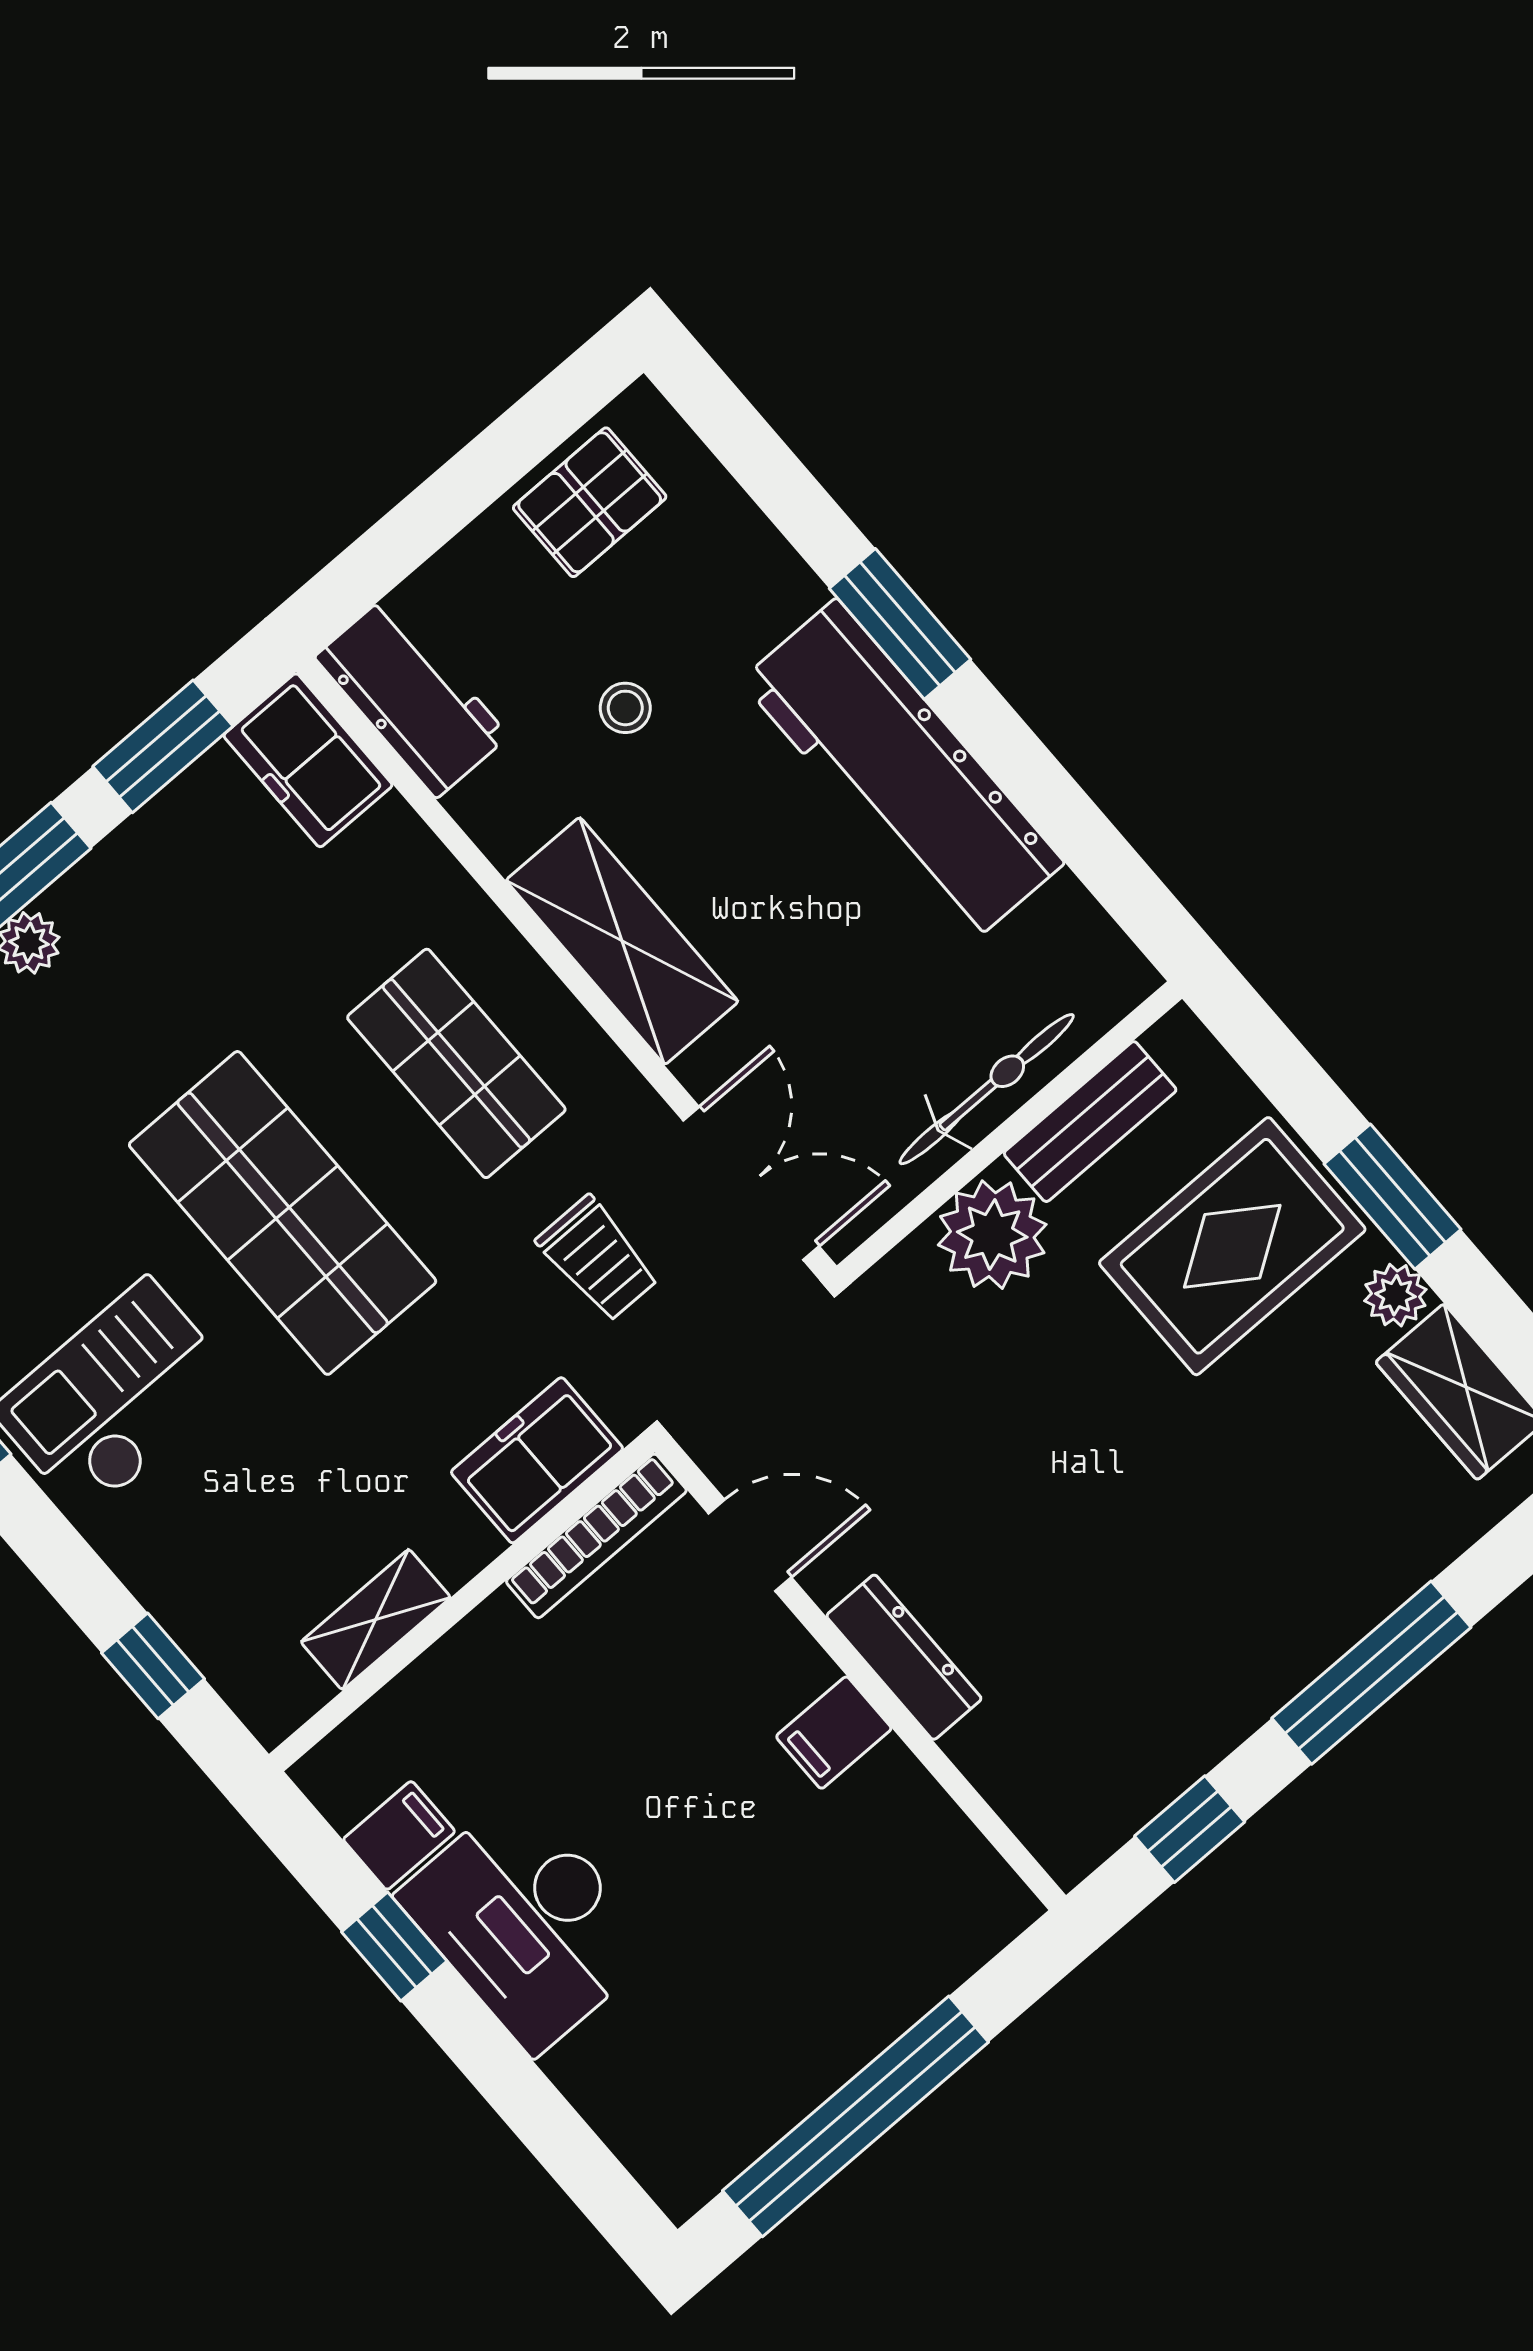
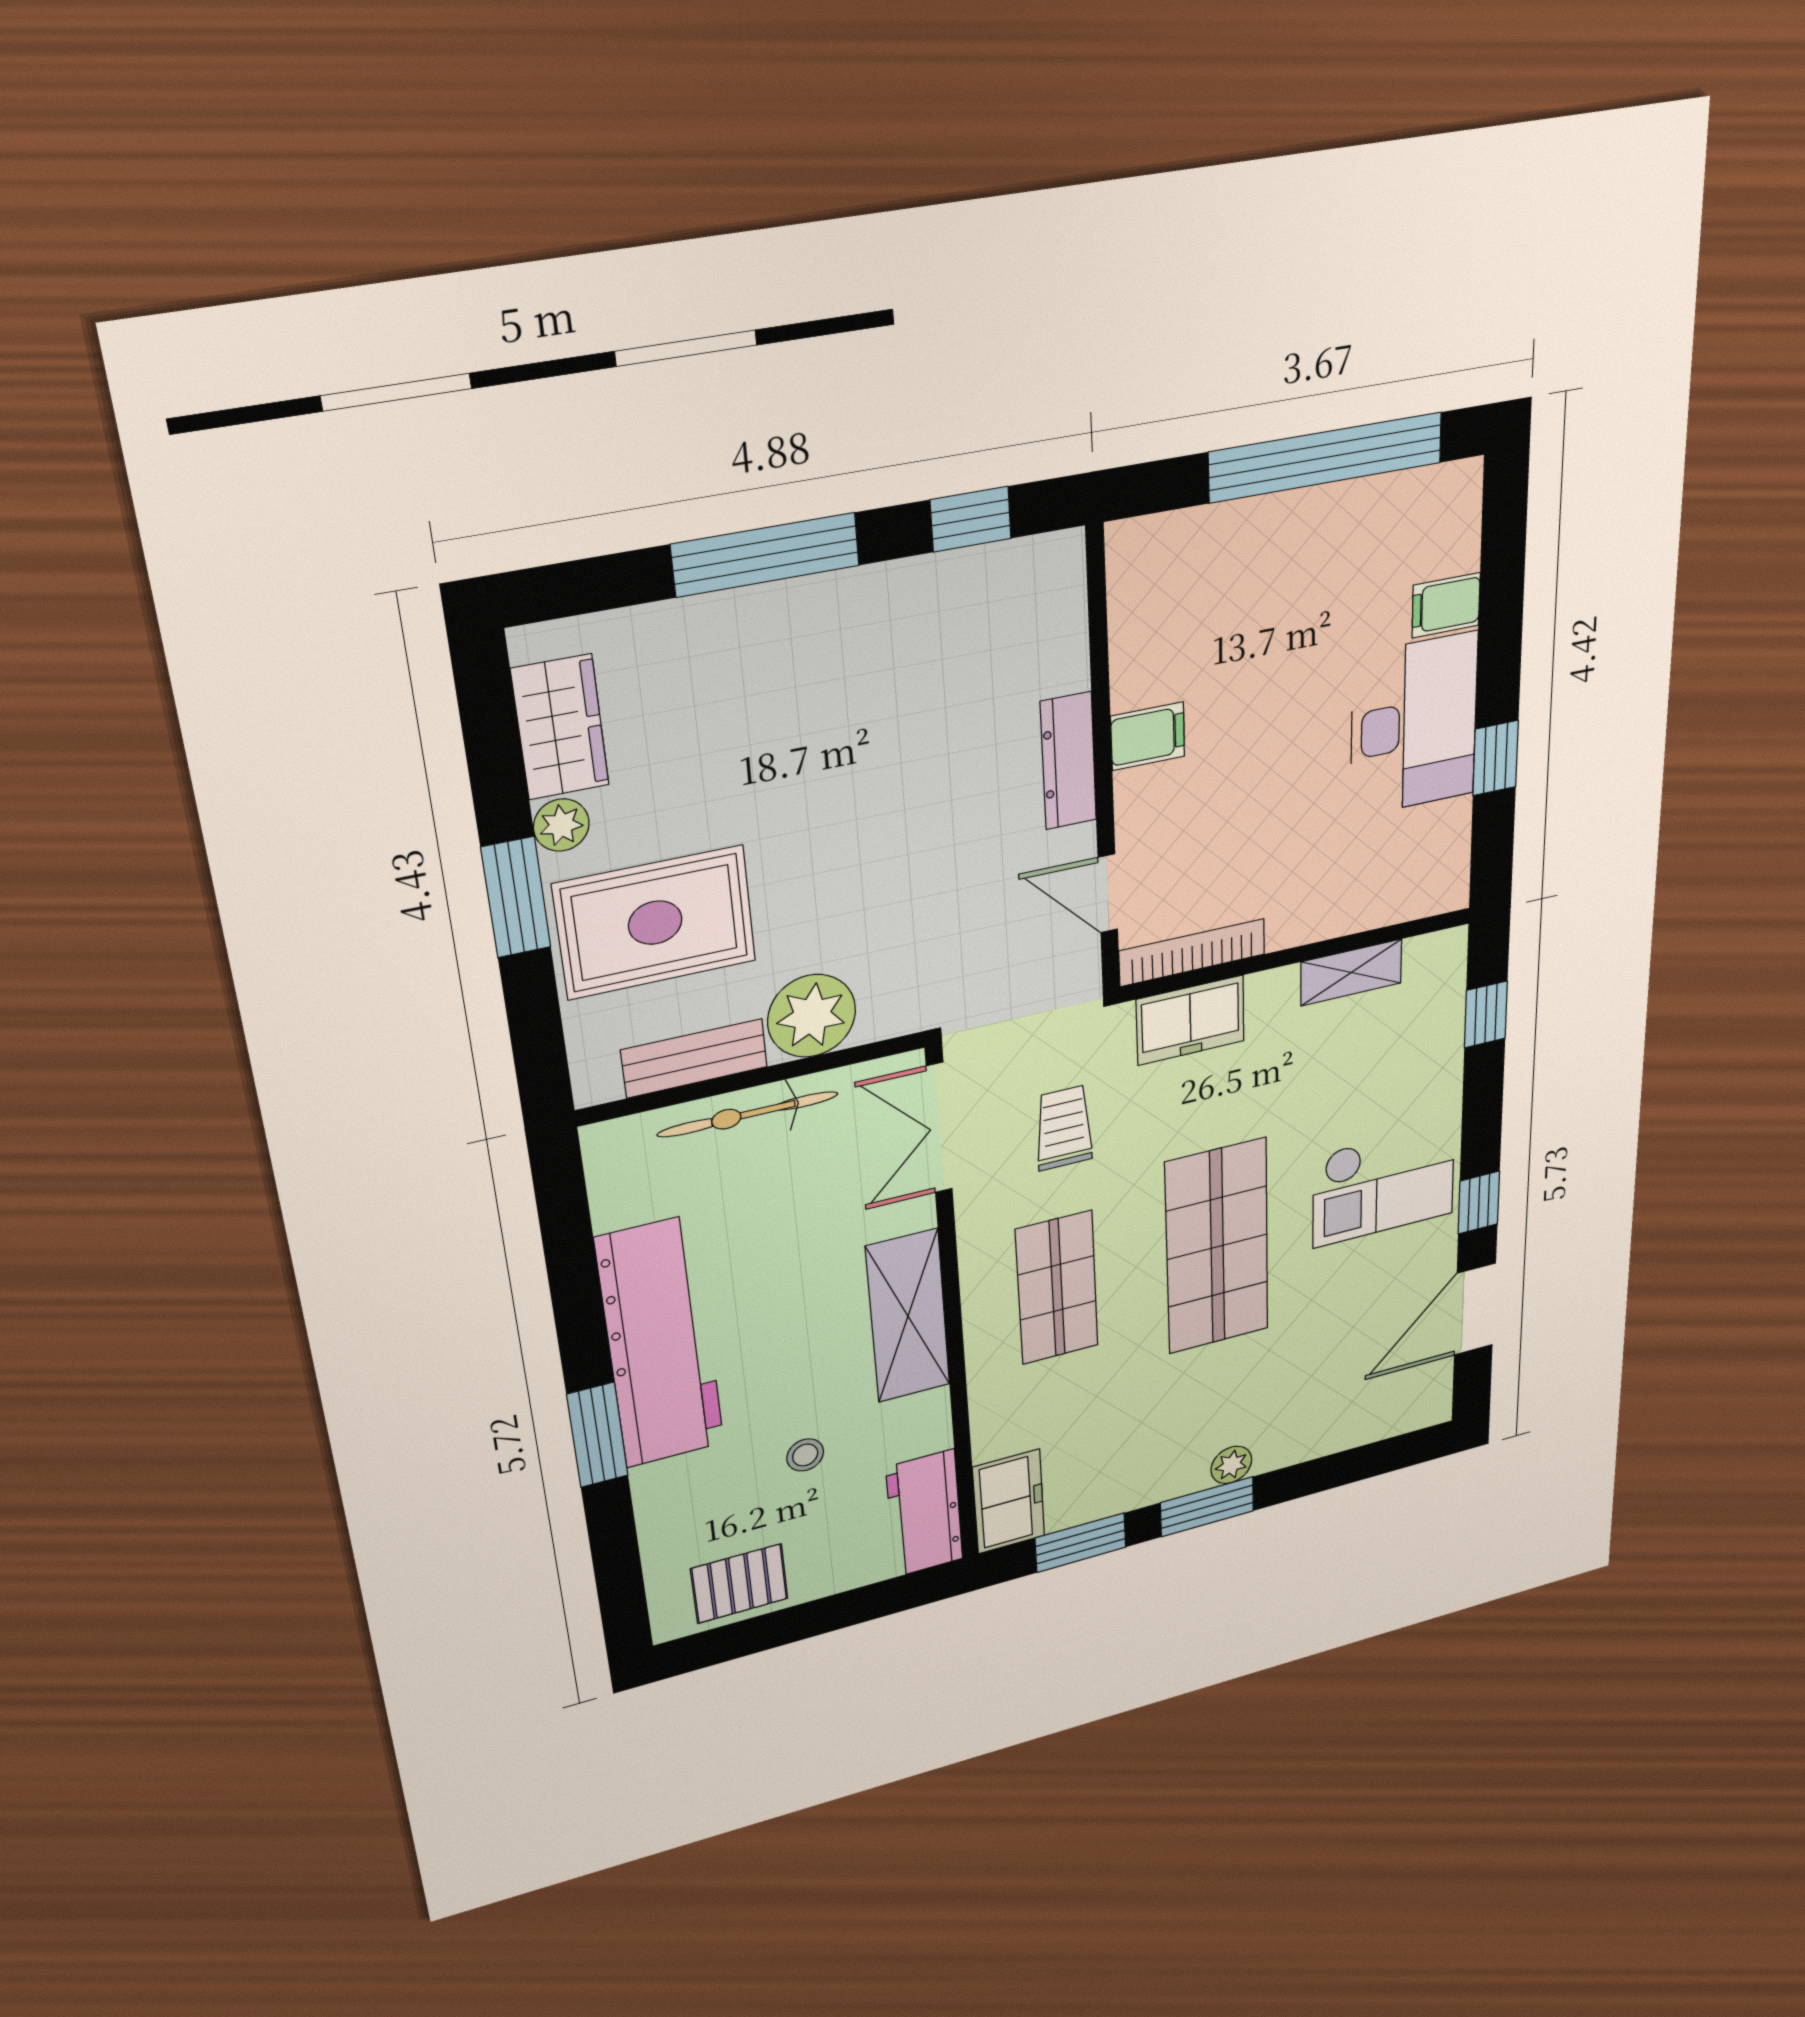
filing cabinet: (399, 1835) -> (1446, 605), moved

